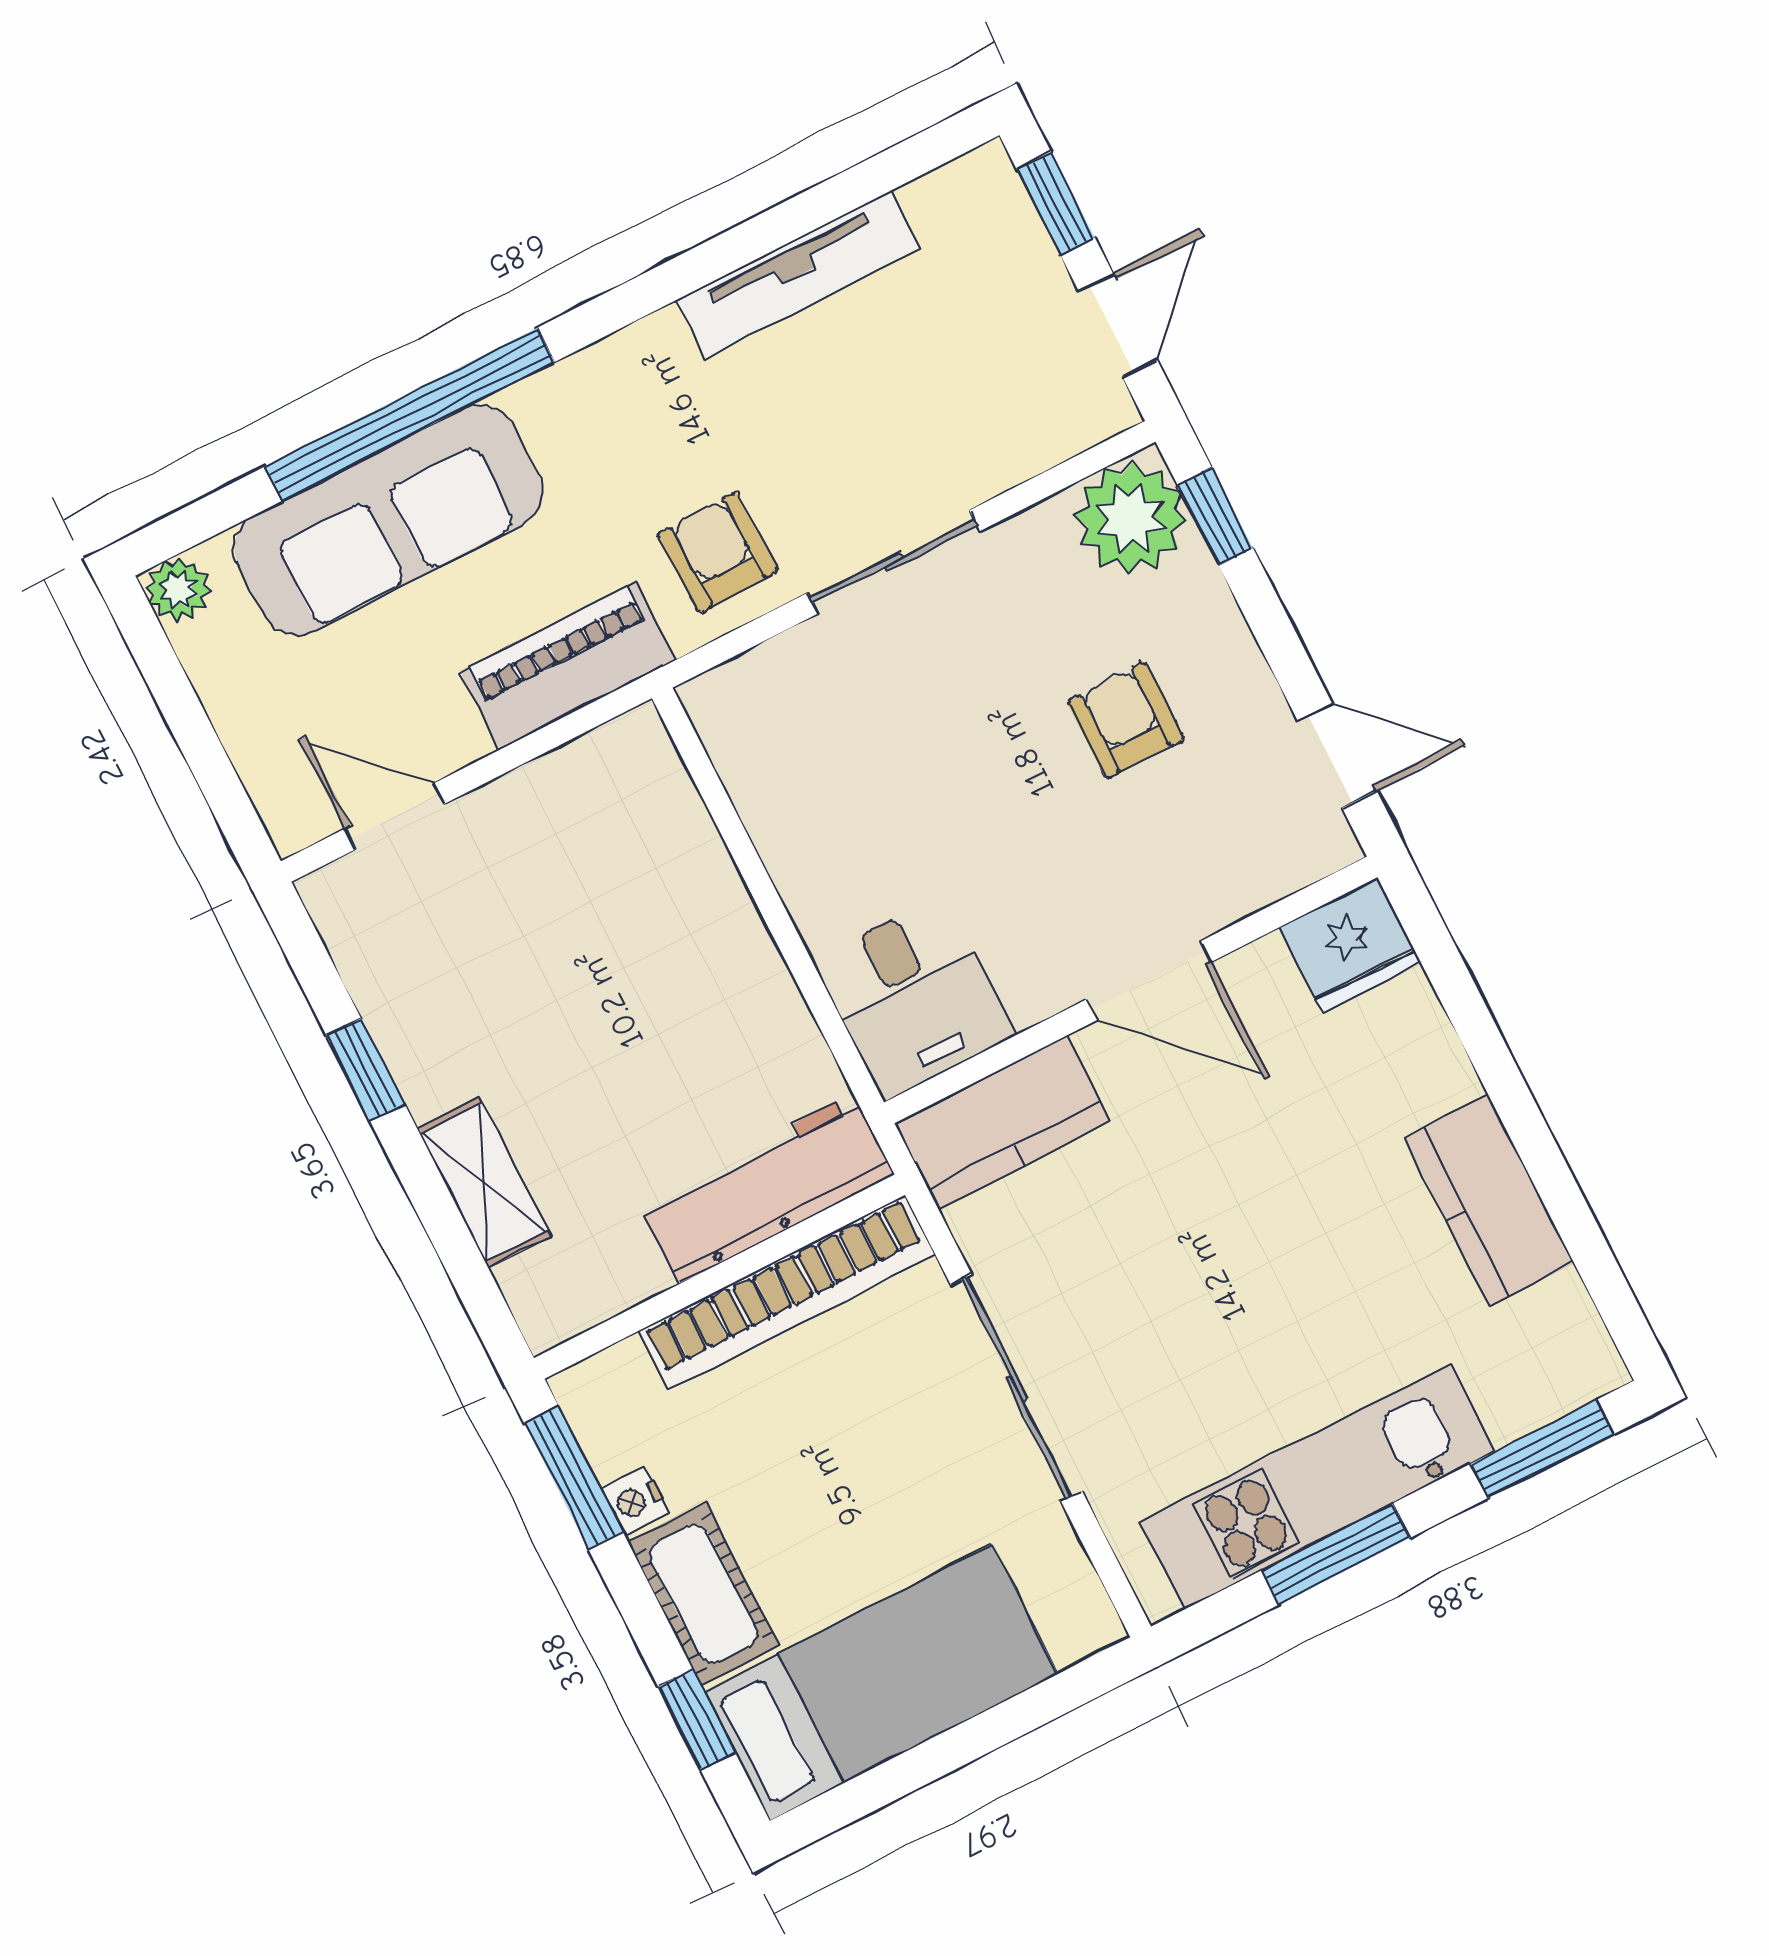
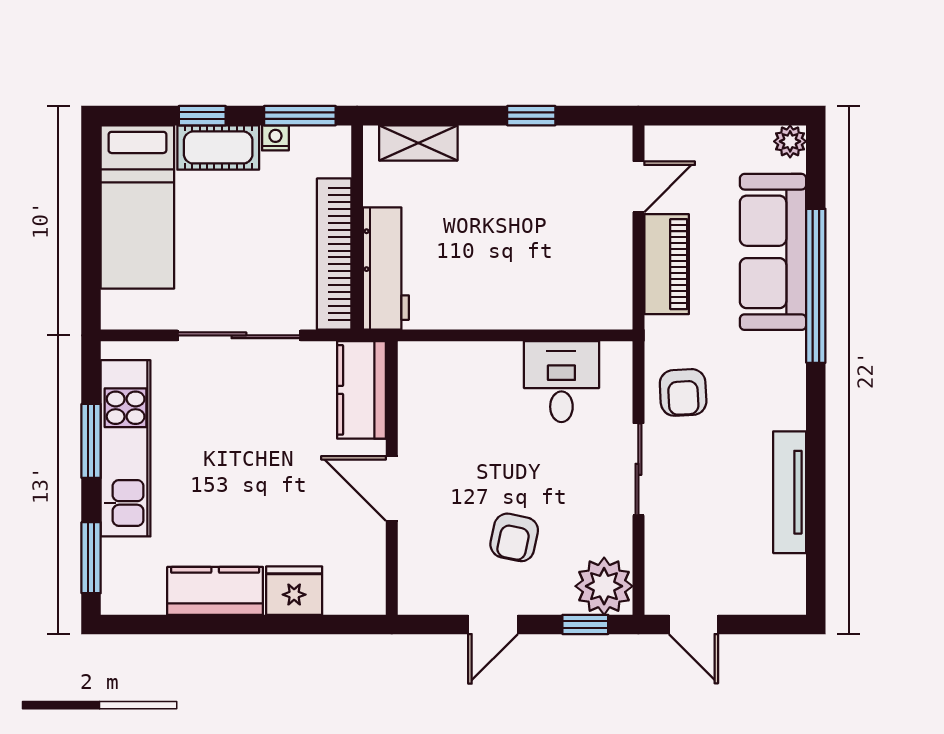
window: (1056, 203) -> (763, 624), removed
armchair: (718, 552) -> (683, 392), turned 88
piano: (568, 665) -> (667, 264), moved
armchair: (1126, 720) -> (514, 537), turned 102
door: (1337, 755) -> (493, 624), moved
fridge: (1350, 945) -> (294, 591), moved, turned 90
door: (1149, 980) -> (392, 488), hinge flipped
desk: (914, 998) -> (561, 382), moved, turned 90
shelving: (484, 1183) -> (418, 143), moved
window: (697, 1719) -> (202, 116), moved

